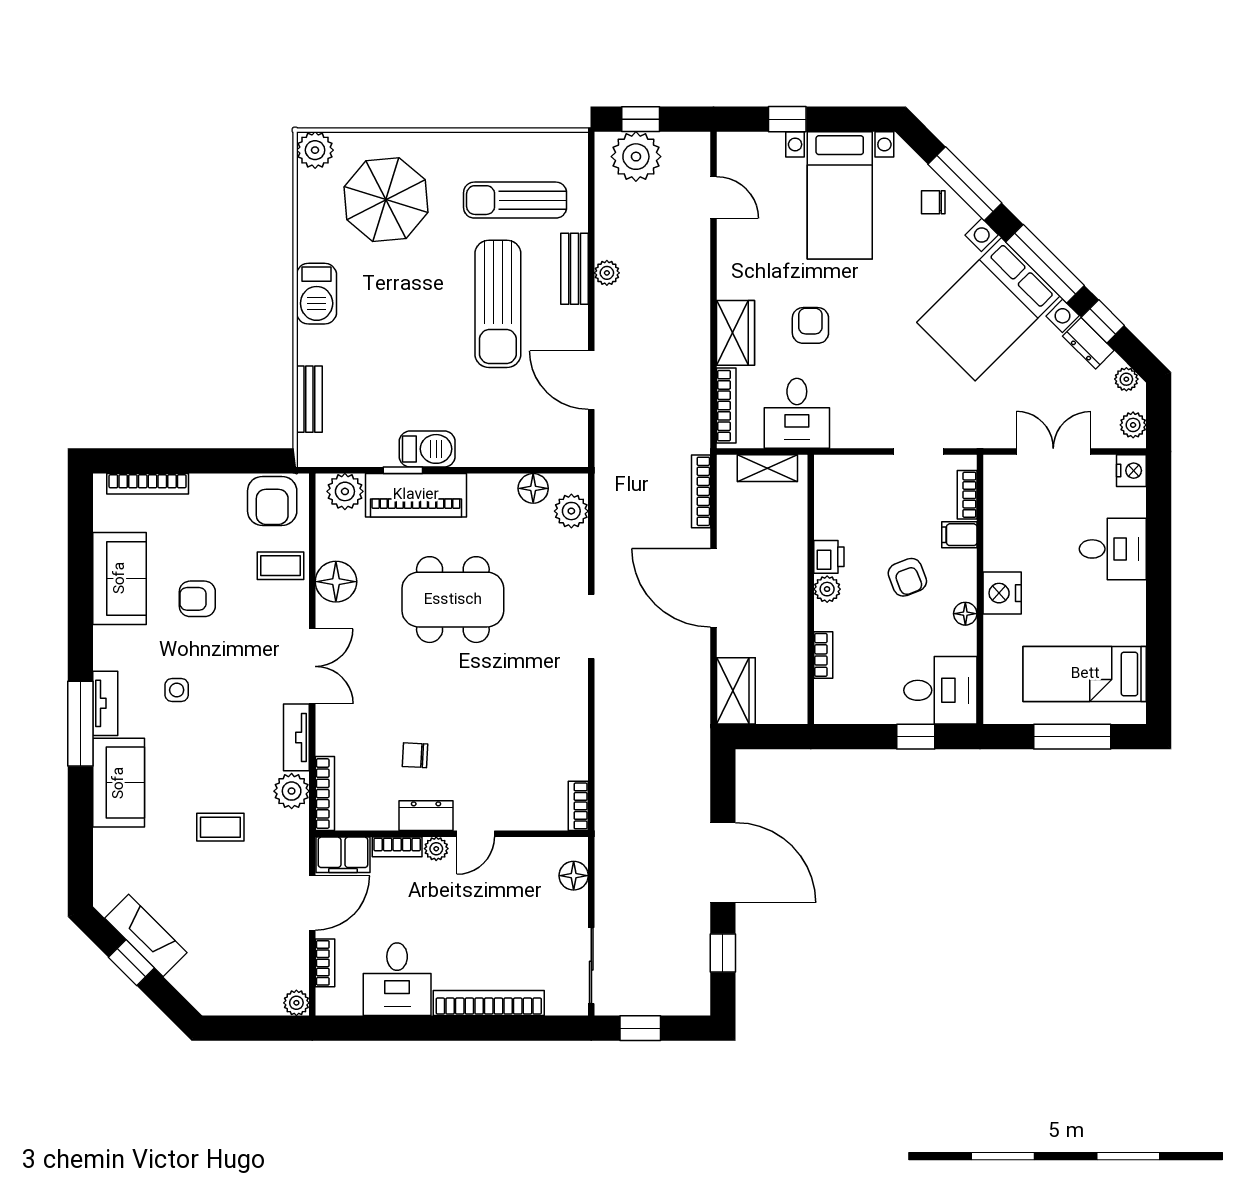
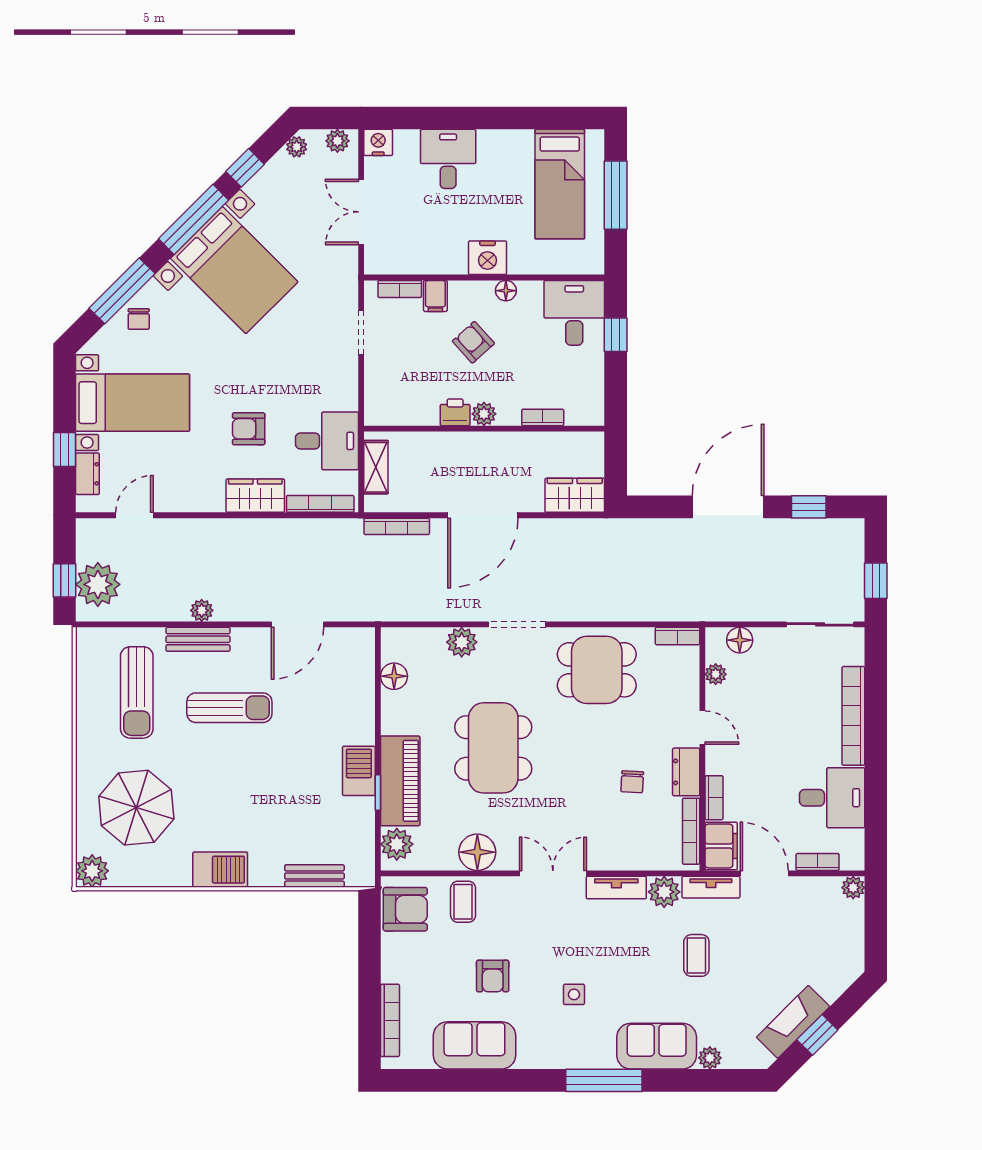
sun lounger: (498, 304) -> (229, 708), width x0.73, depth x0.75
dresser: (1088, 343) -> (87, 474), moved, turned -45
plant: (571, 511) -> (462, 642), moved
armchair: (907, 577) -> (473, 342), turned -111
tv unit: (105, 703) -> (711, 887), moved, turned 180
dining table: (540, 715) -> (597, 670), added
bookcase: (325, 794) -> (691, 831), moved, turned -90
plant: (106, 842) -> (710, 1058), added
plant: (436, 849) -> (716, 674), moved

